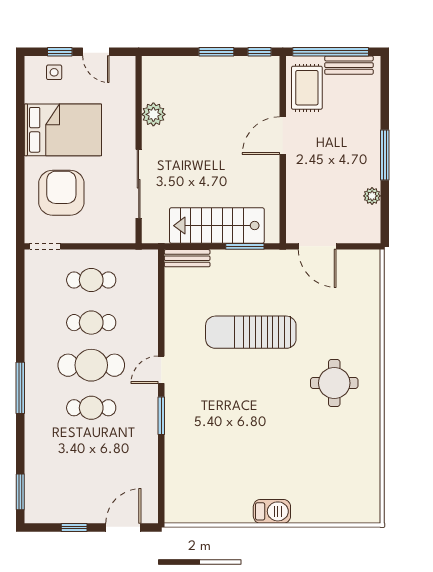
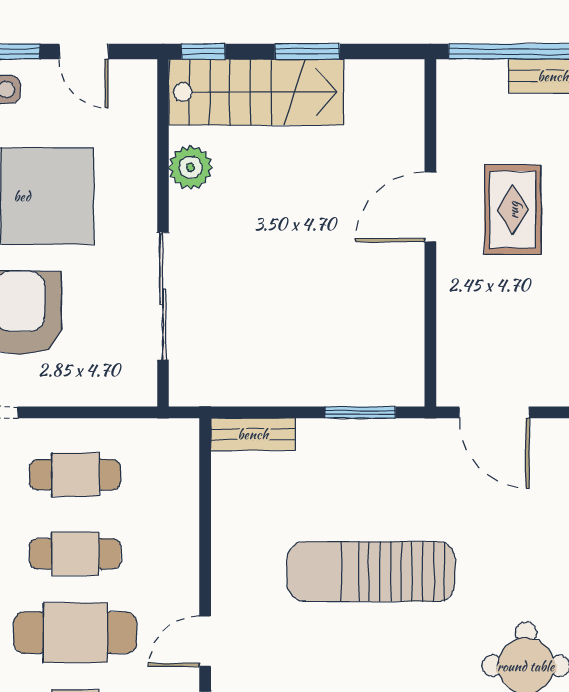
window: (259, 52) -> (203, 51), moved
rug: (307, 88) -> (513, 210), moved
stairs: (217, 226) -> (256, 92), moved, turned 180

